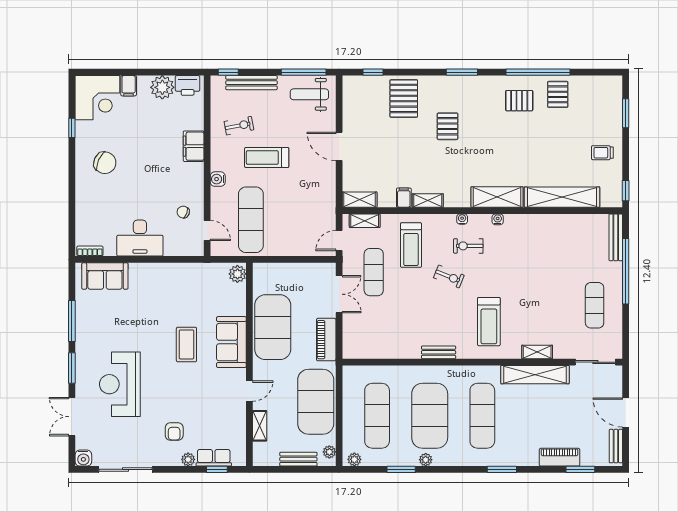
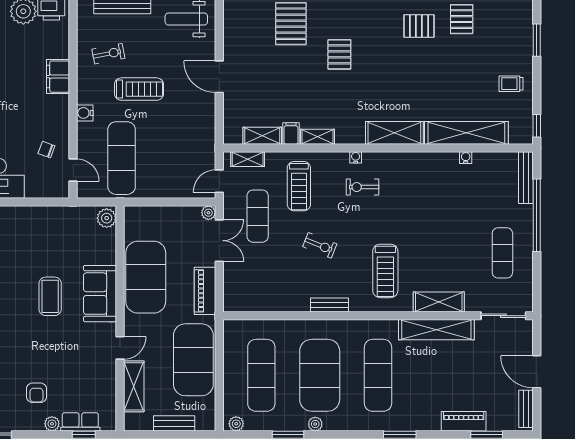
treadmill: (267, 157) -> (139, 89), turned 180
shelving: (360, 200) -> (262, 136), moved
water cooler: (498, 219) -> (466, 158), moved
exercise bike: (449, 276) -> (320, 245), moved
shelving: (537, 352) -> (439, 302), width x1.50, depth x1.33
shelving: (260, 426) -> (134, 386), width x1.50, depth x1.33
plant: (329, 452) -> (208, 213), moved

